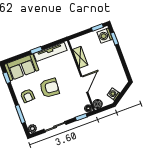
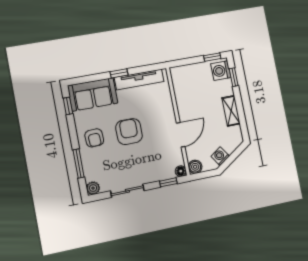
shelving: (80, 57) -> (231, 111), moved
armchair: (49, 88) -> (129, 132), turned -95

